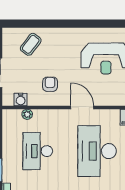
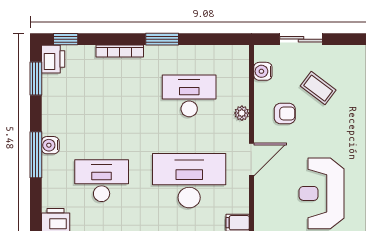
coffee table: (31, 44) -> (318, 88), moved
plant: (27, 114) -> (242, 113), moved

